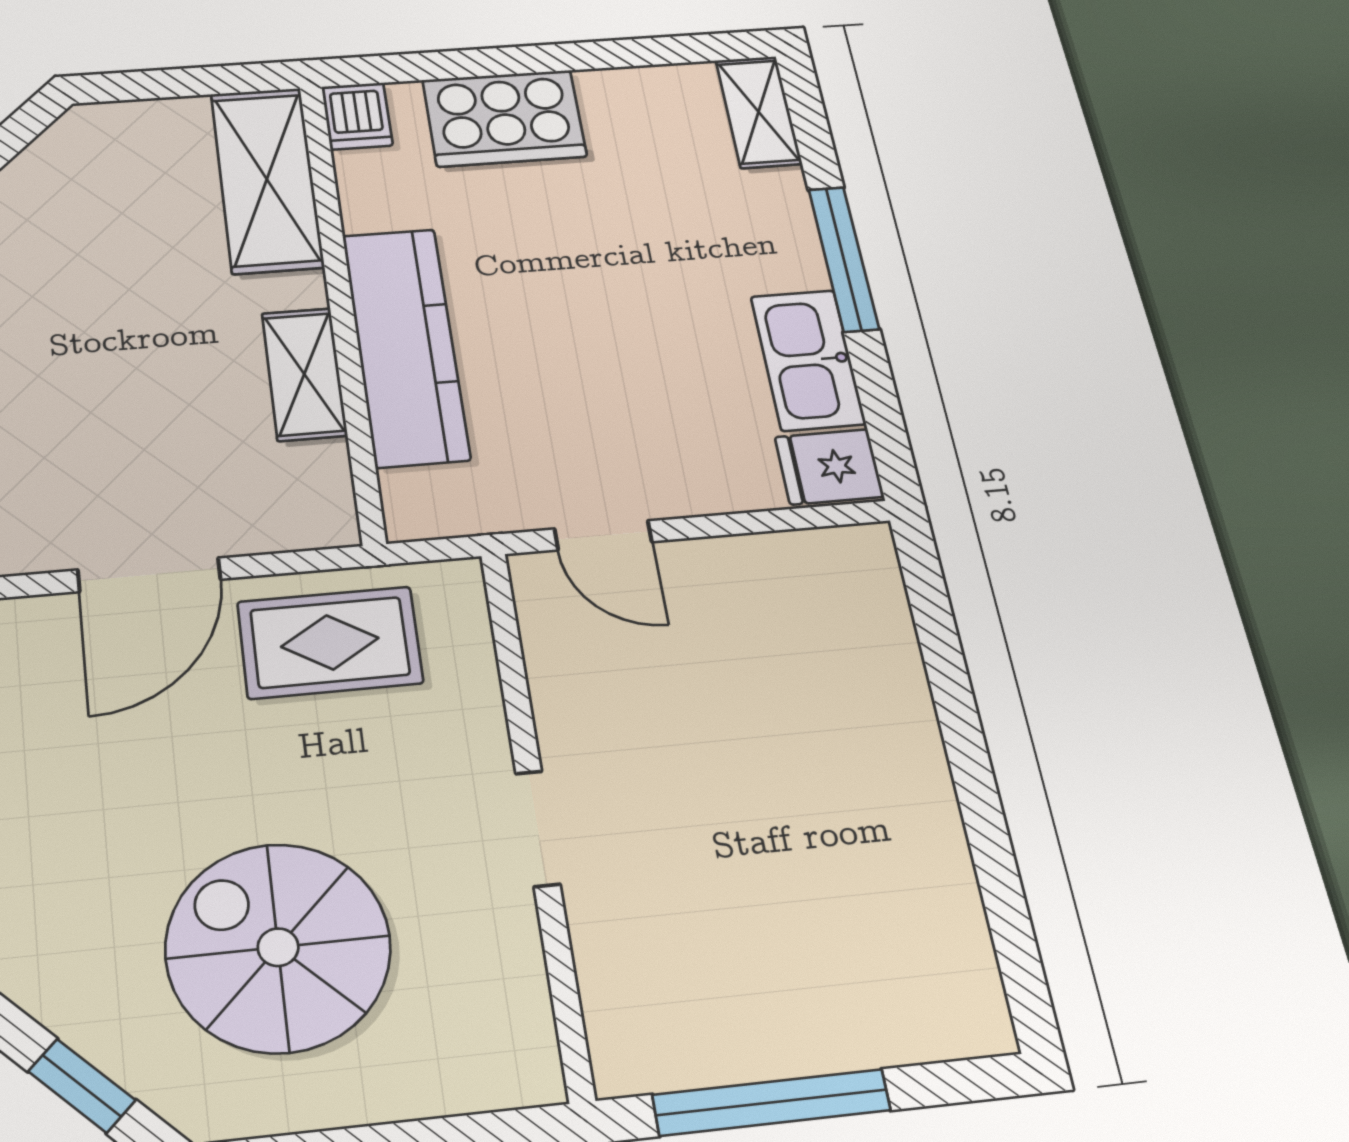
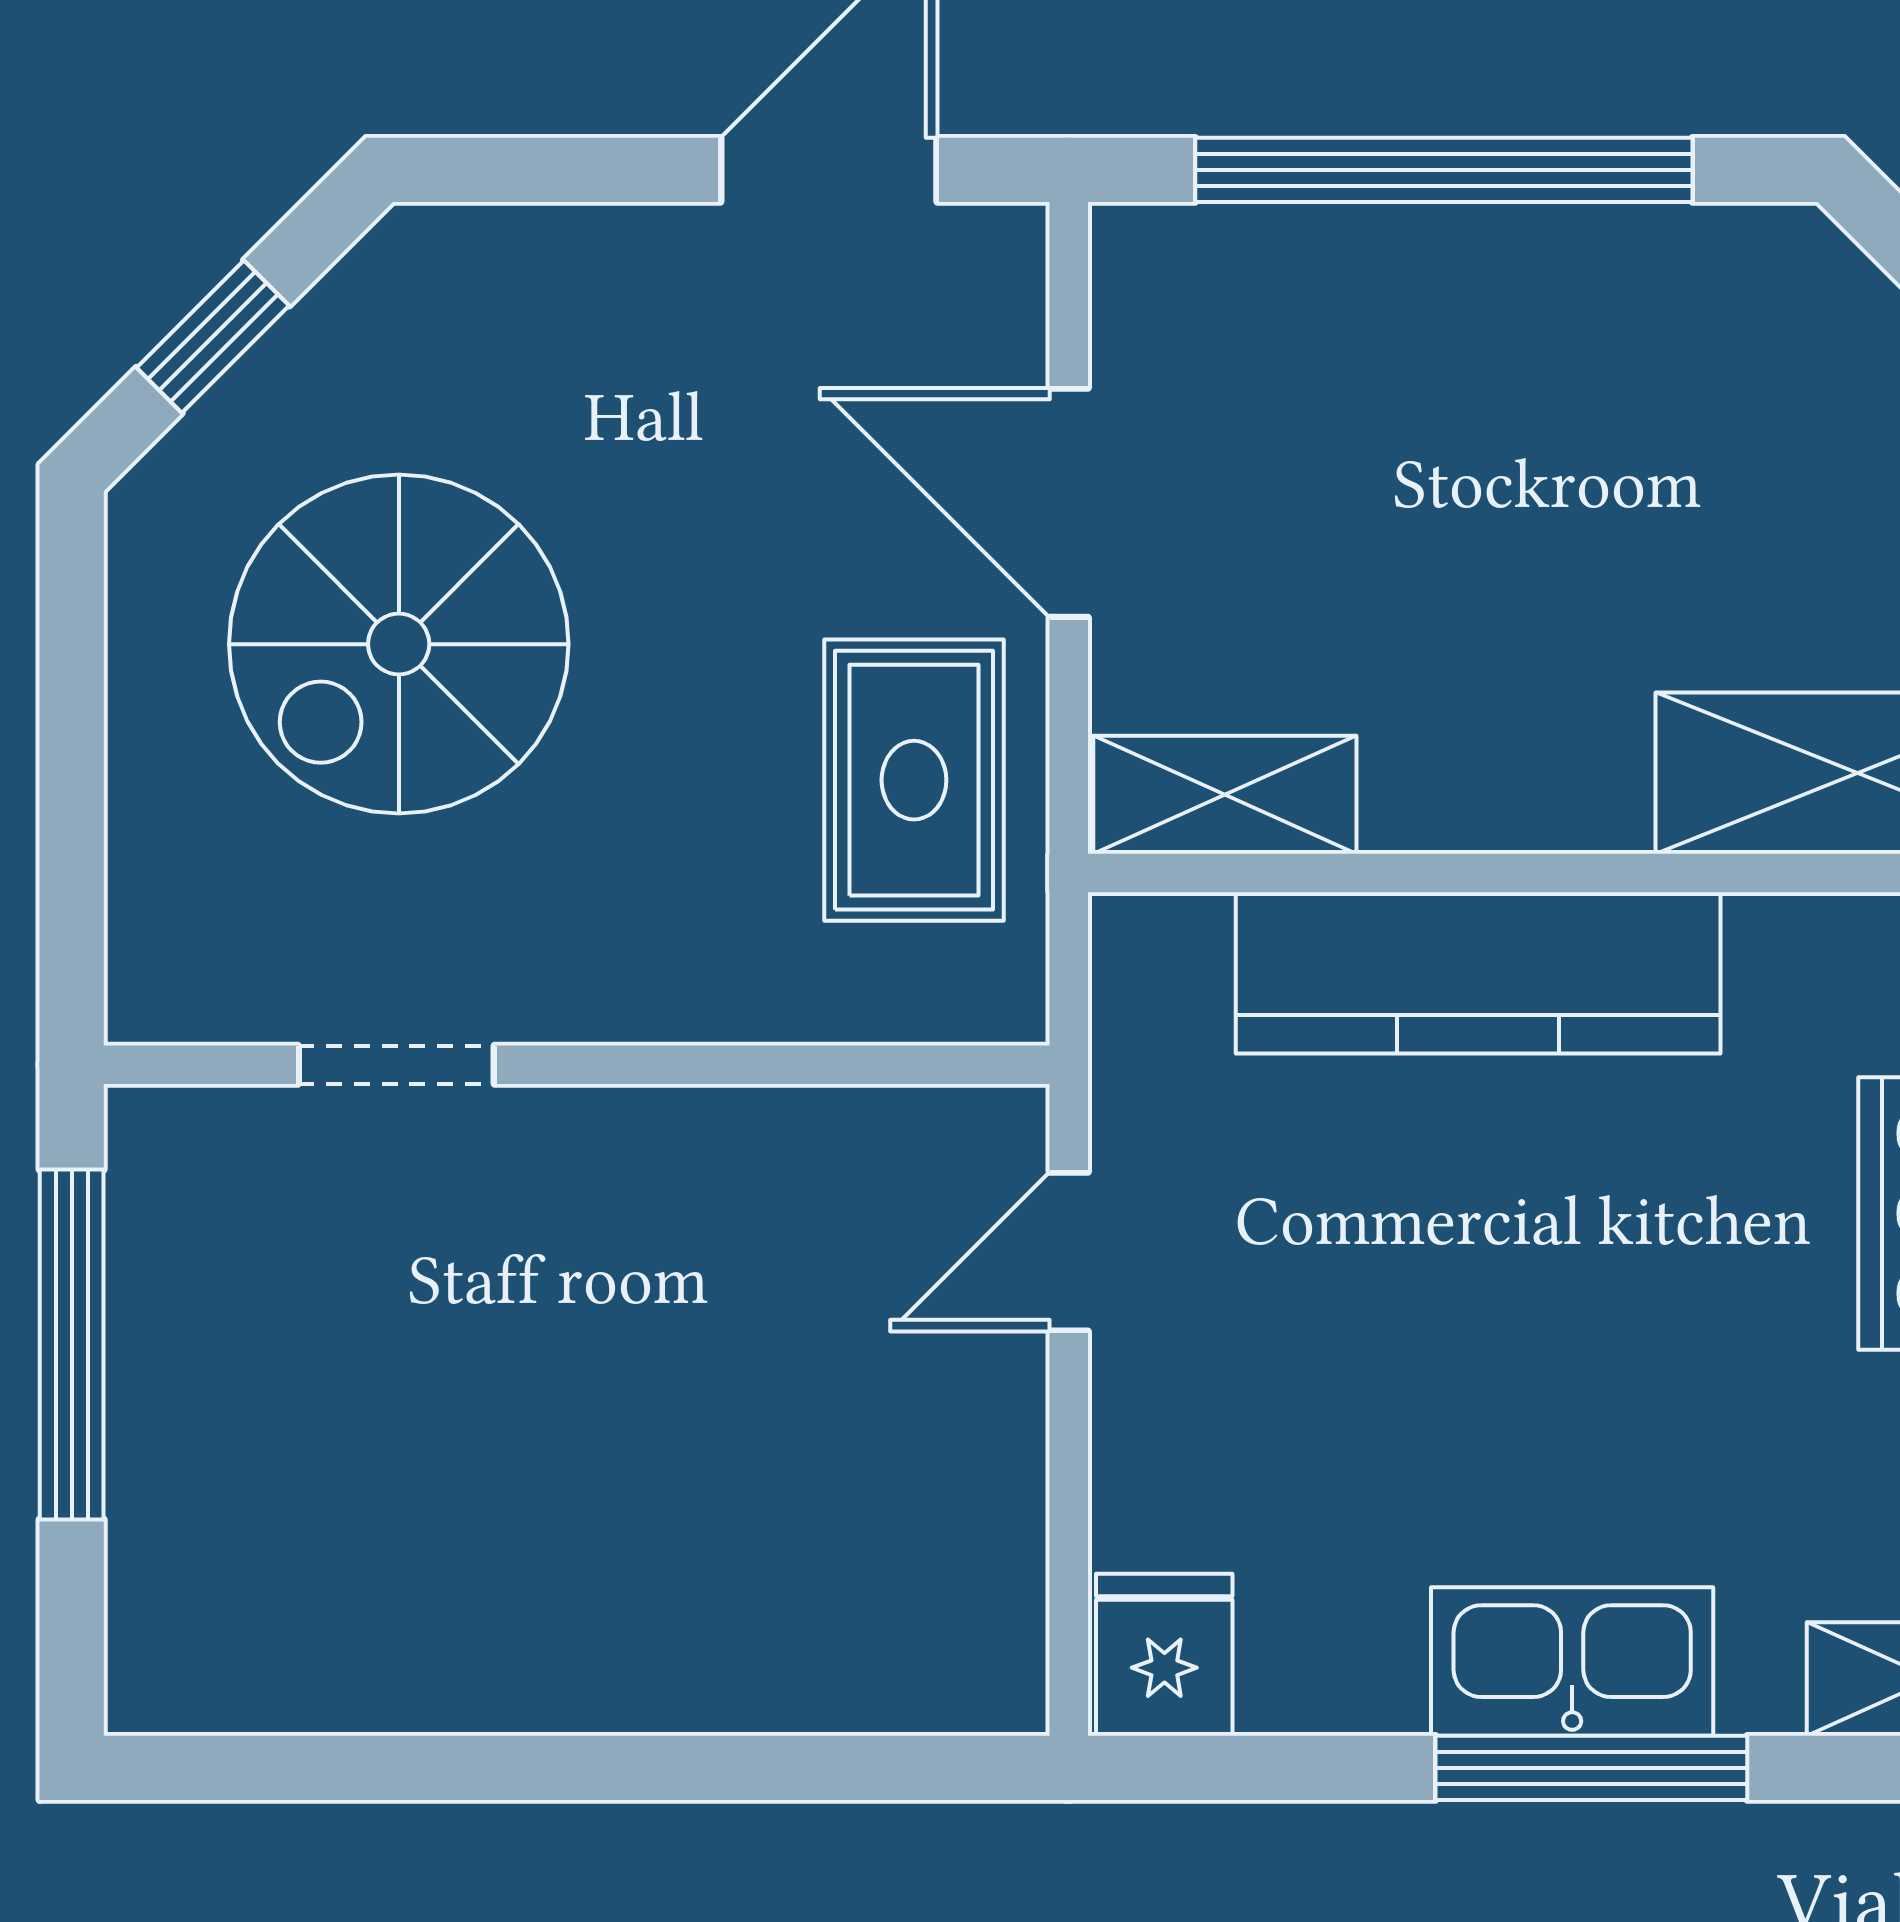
kitchen sink: (808, 360) -> (1572, 1662), moved
shelving: (304, 374) -> (1225, 795), moved
doorway: (538, 828) -> (396, 1065), moved
spiral stairs: (278, 947) -> (399, 644), turned 180

